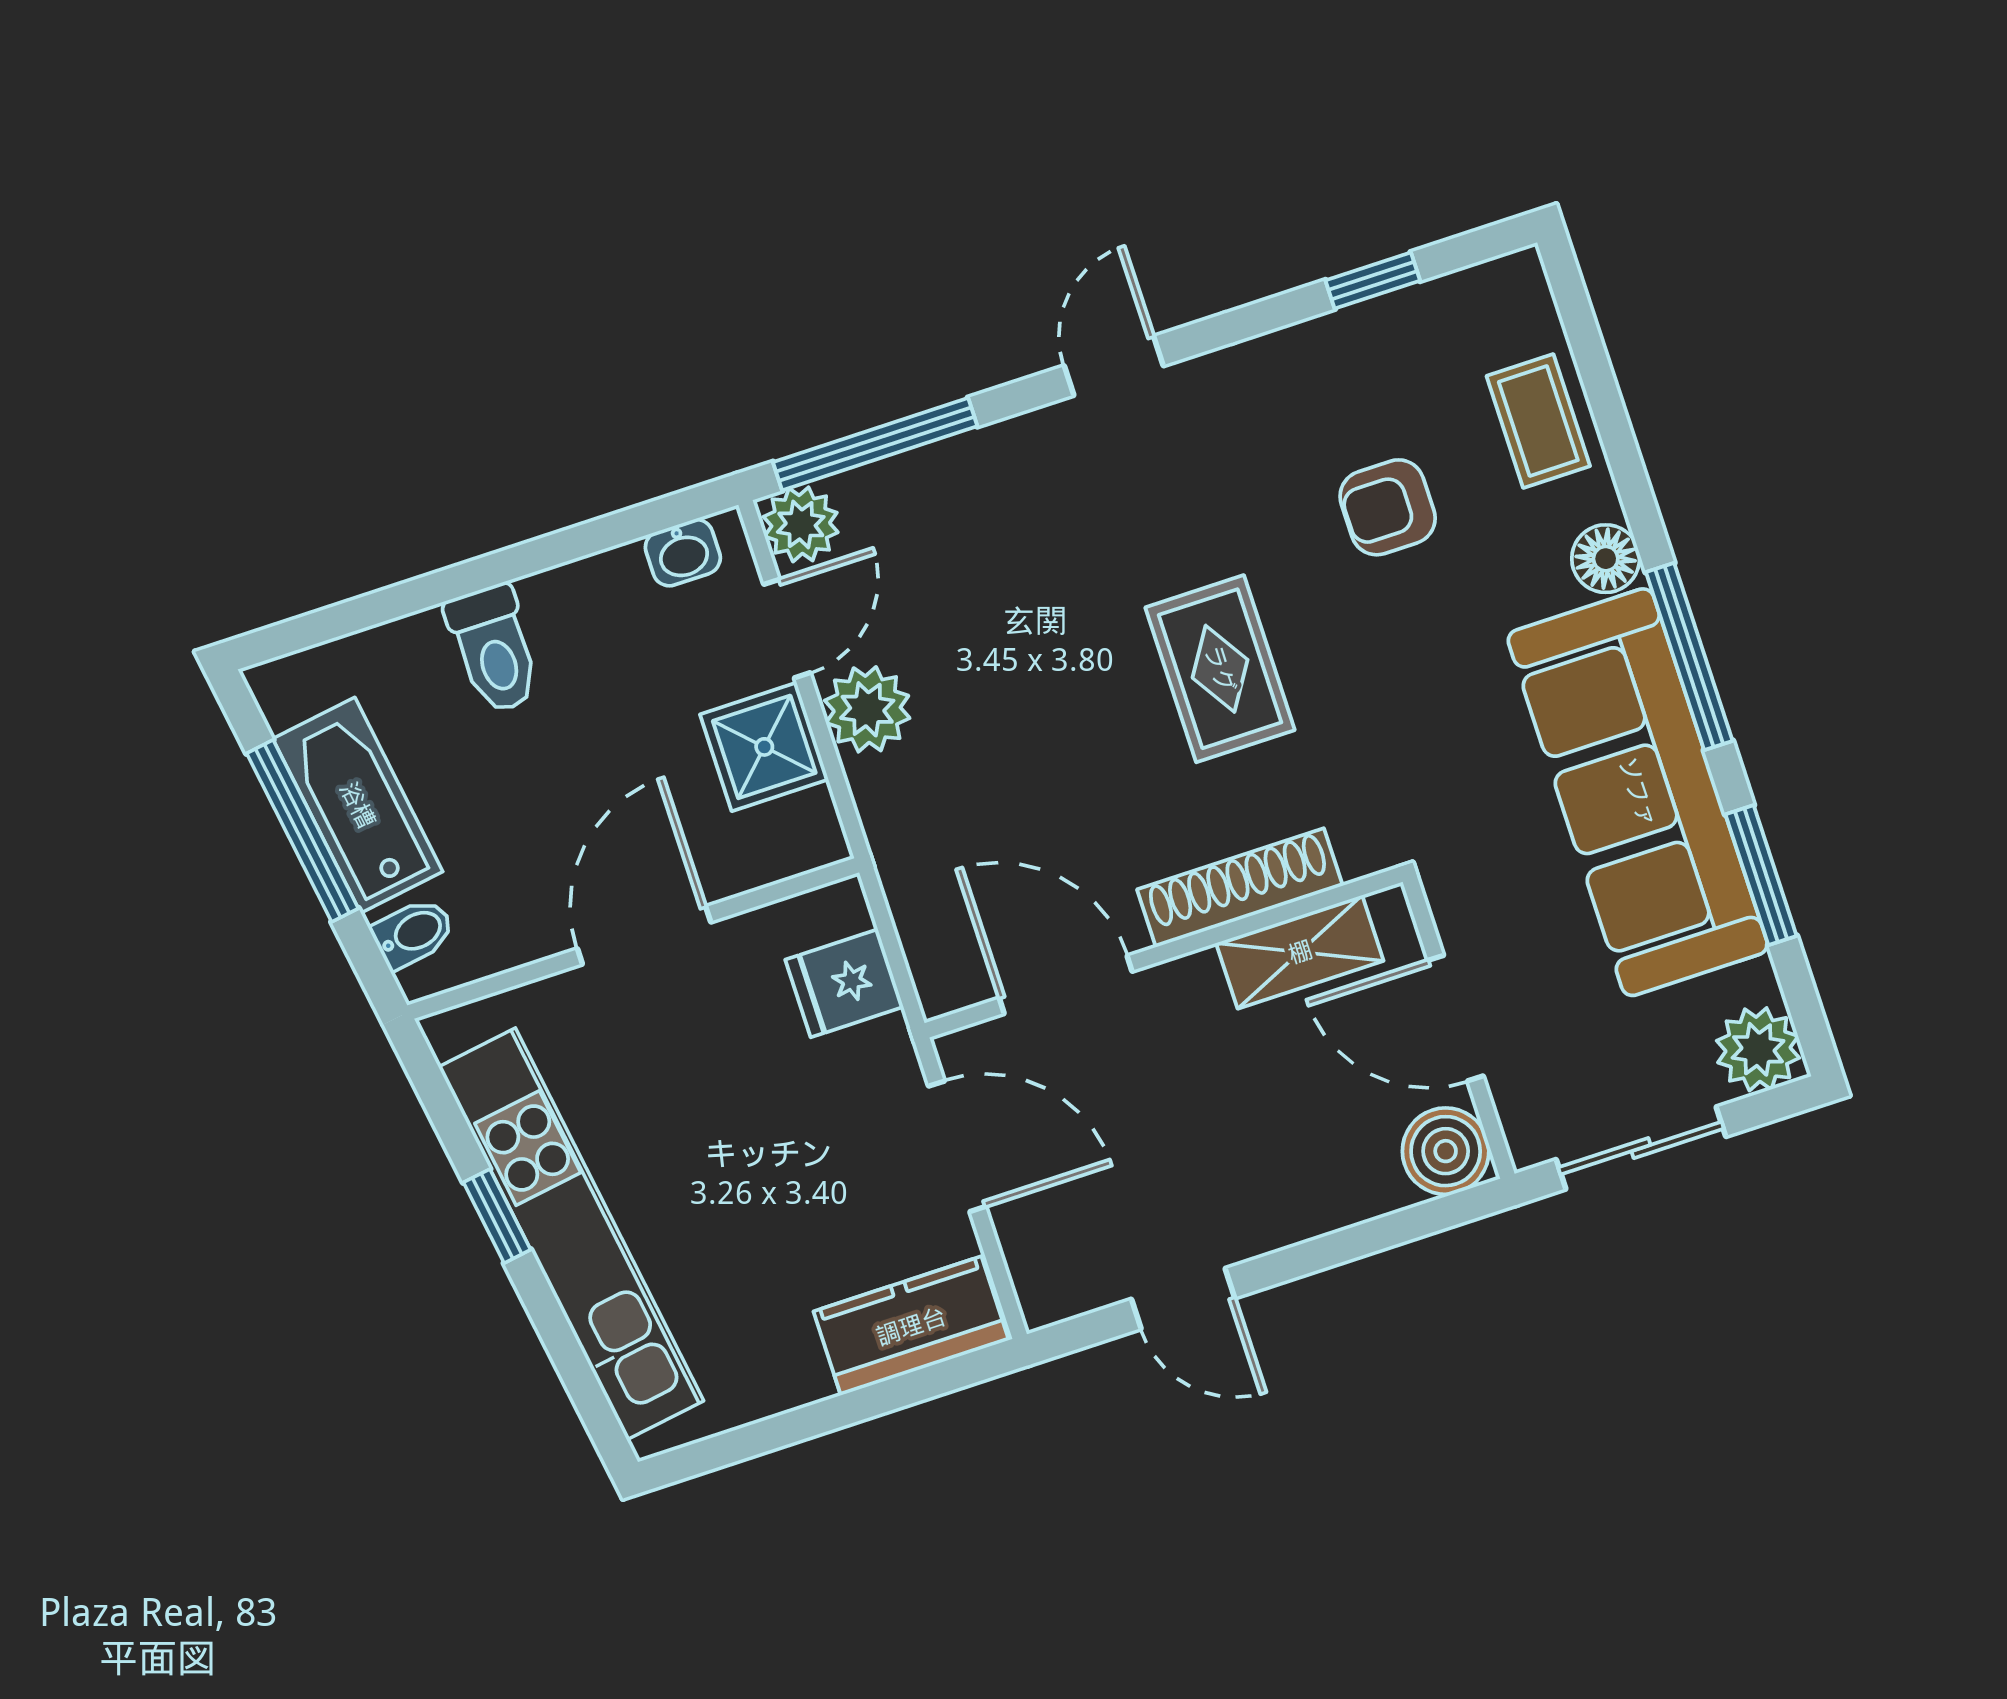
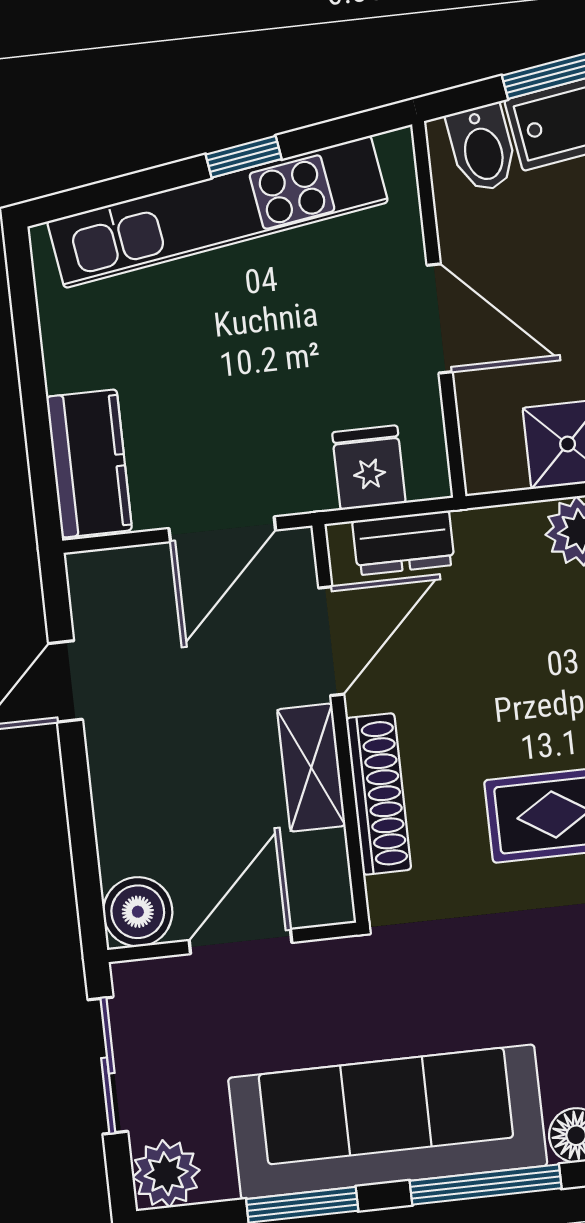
dresser: (927, 922) -> (404, 543), added
bidet: (413, 933) -> (482, 148), width x1.38, depth x1.36
shelving: (1300, 952) -> (311, 768), moved

